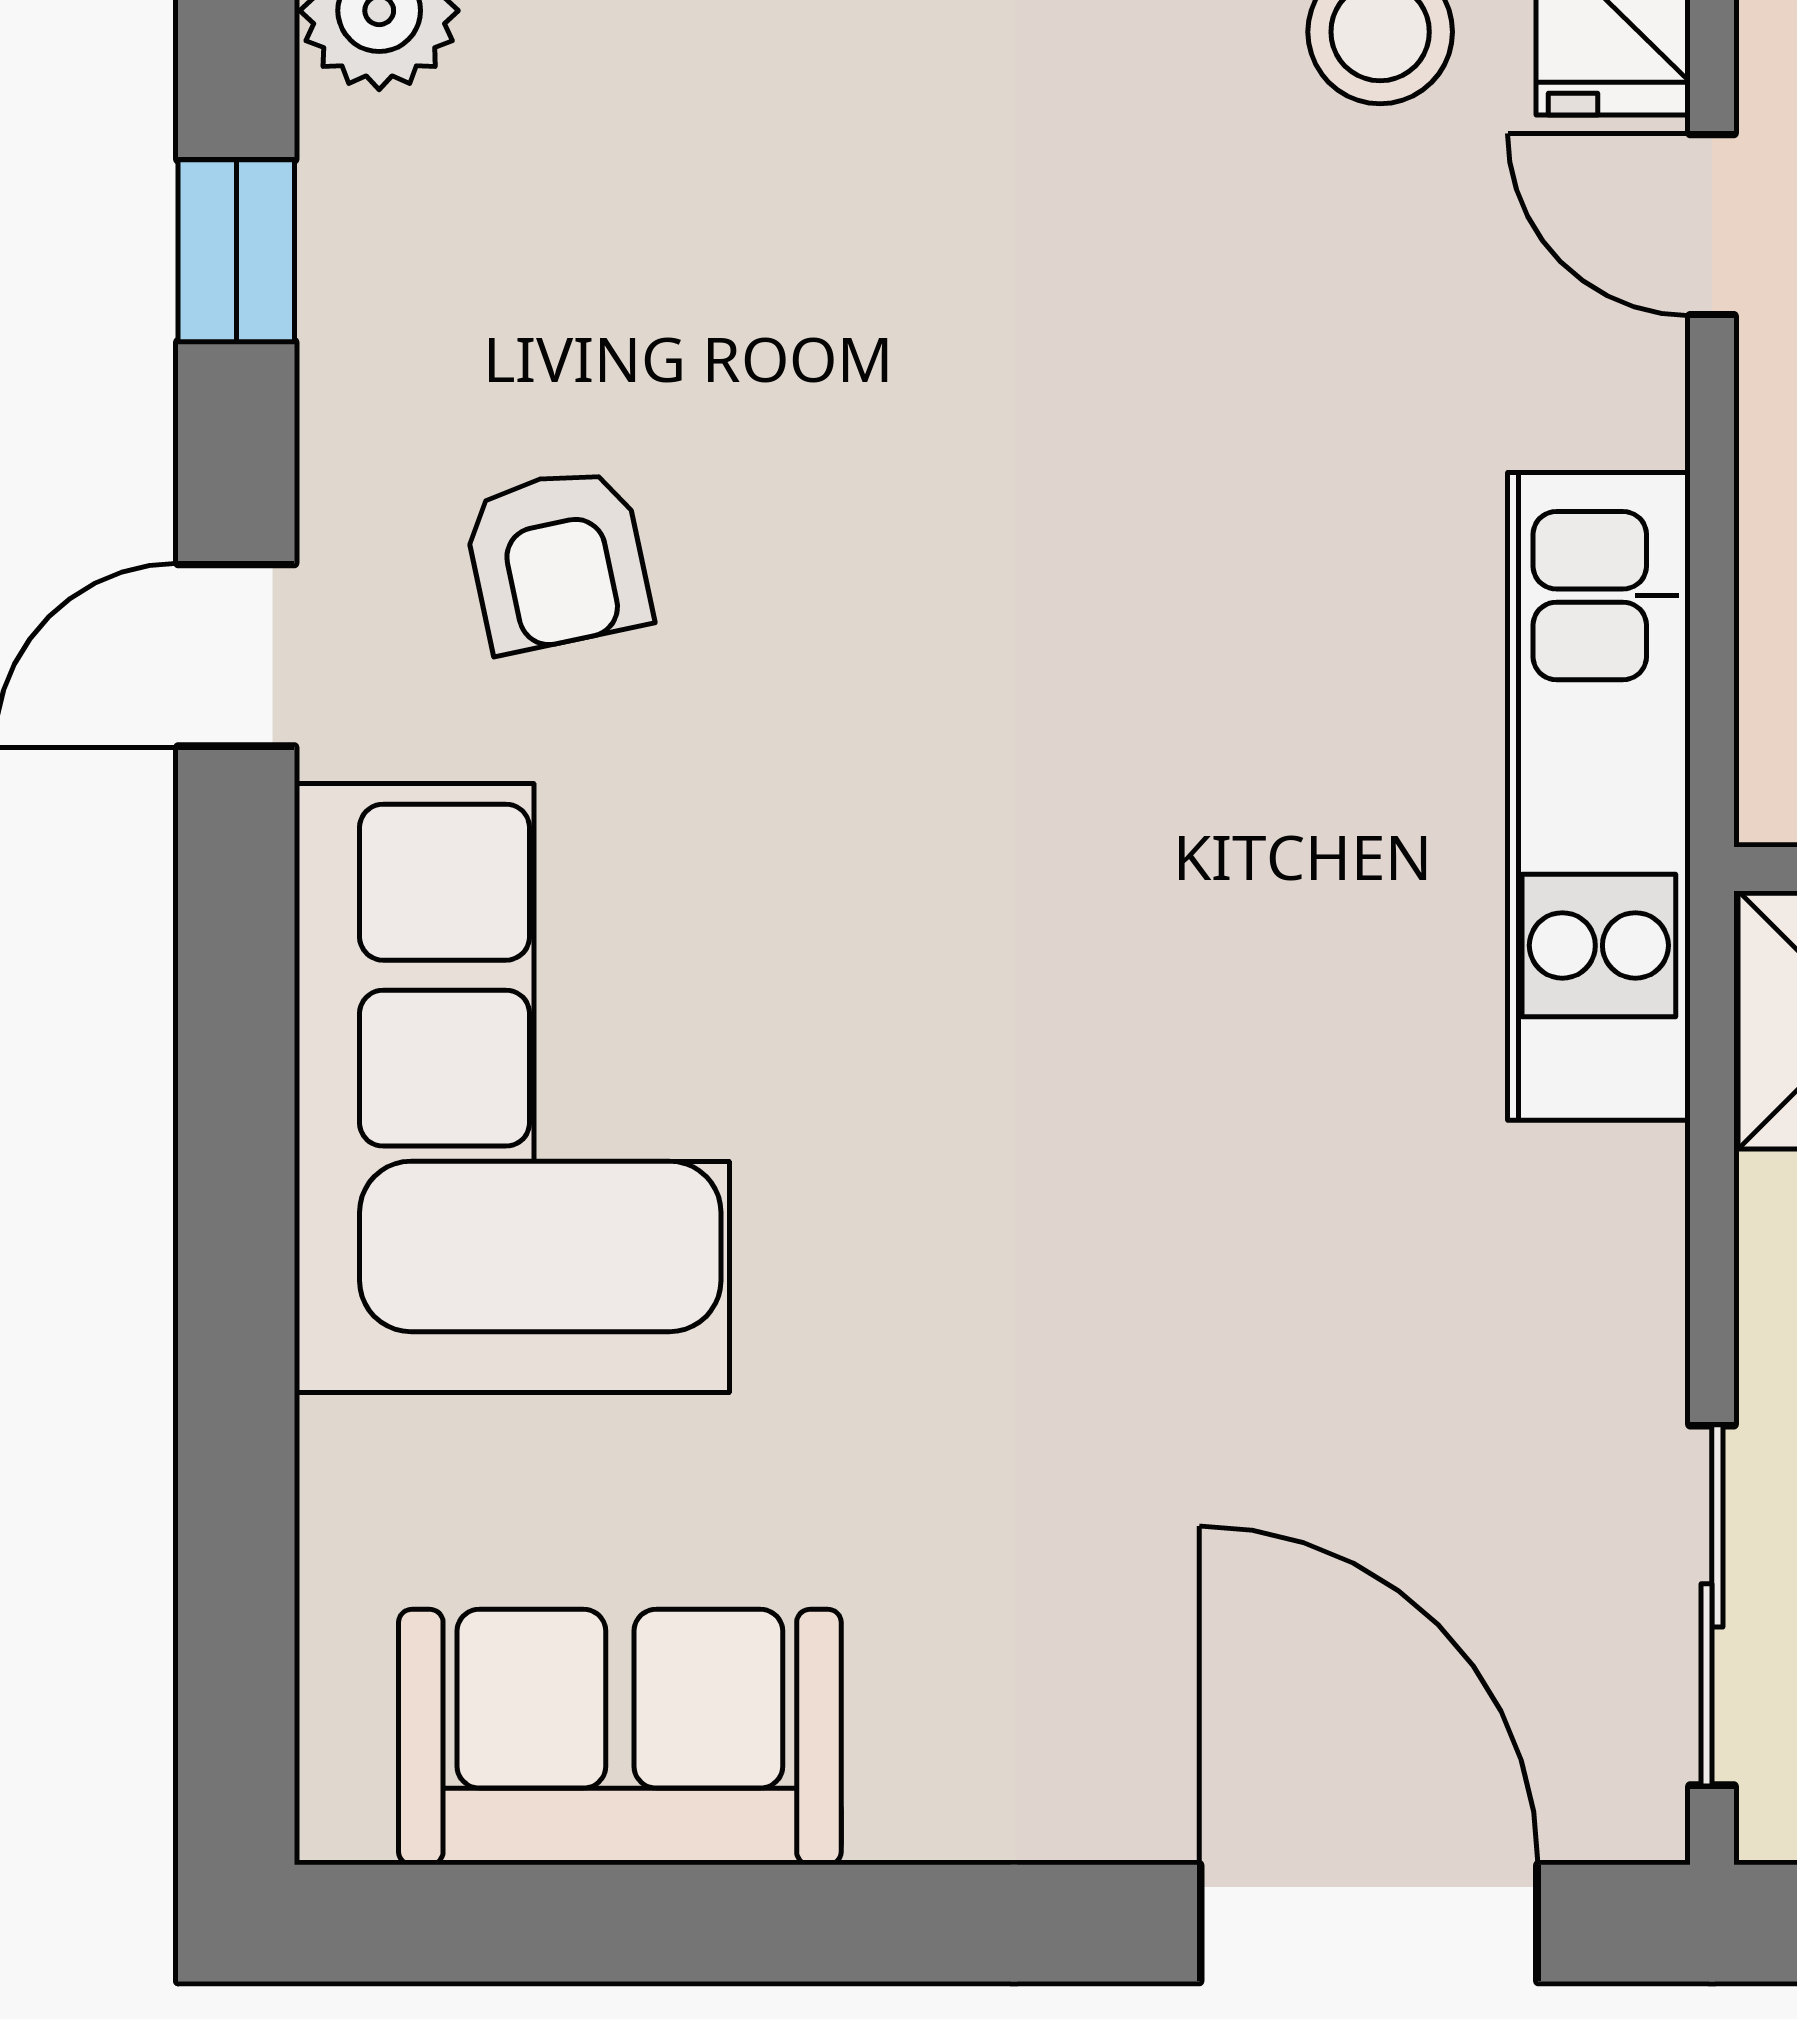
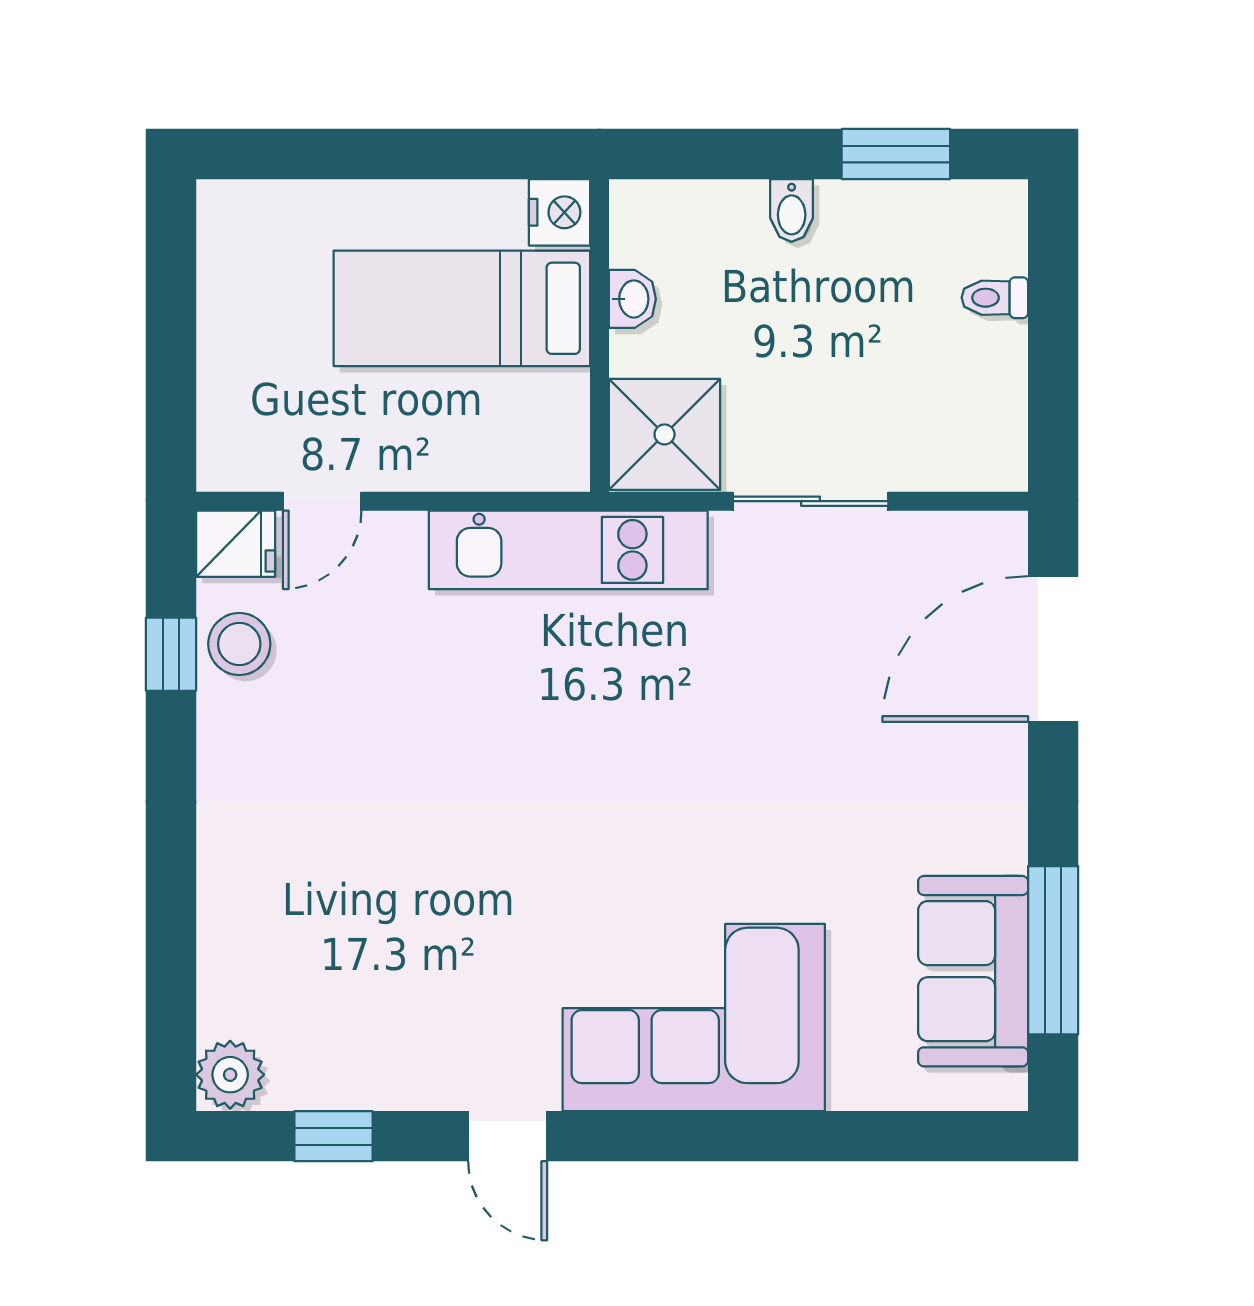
armchair: (557, 559) -> (466, 998), removed
sliding door: (1712, 1605) -> (811, 501), moved
window: (668, 1923) -> (1053, 950), added

